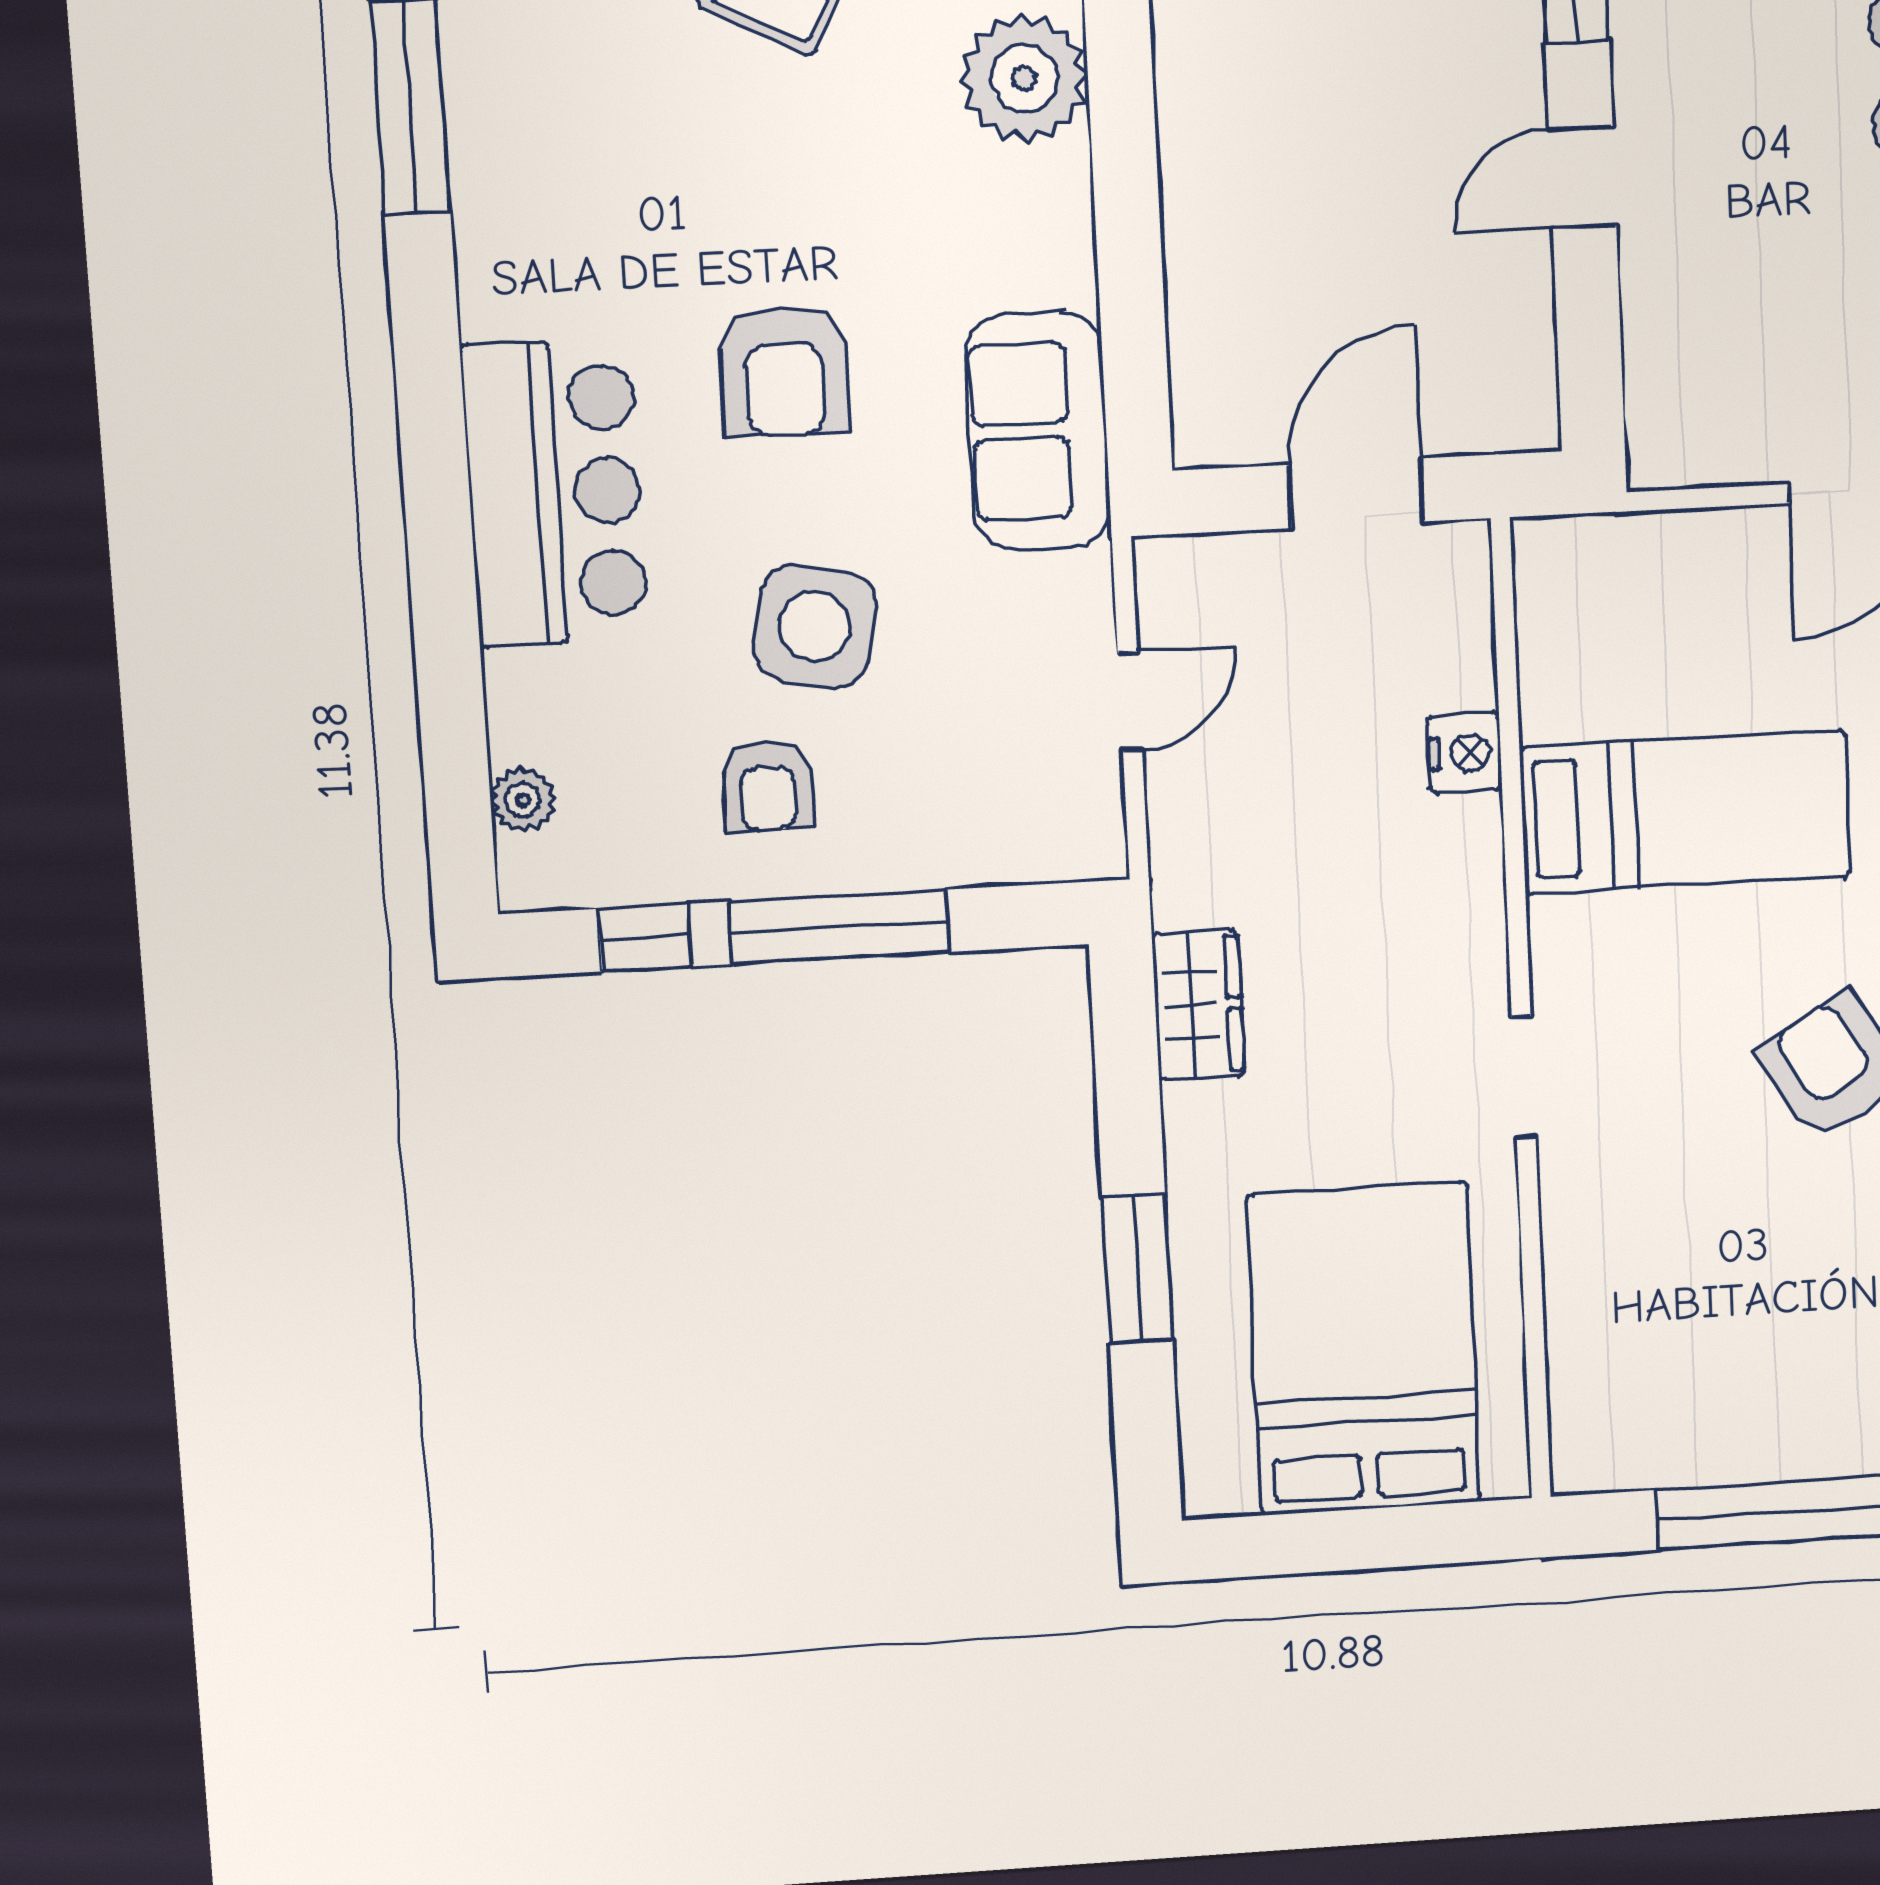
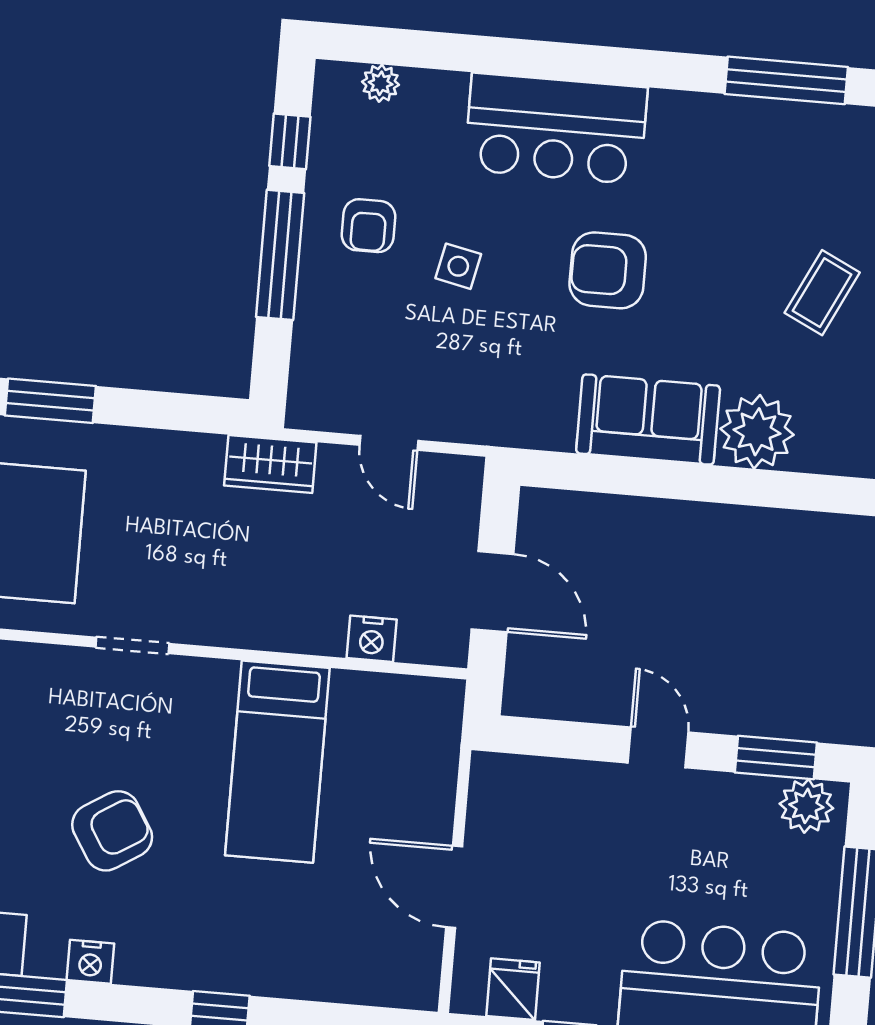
sofa: (1038, 431) -> (648, 419), moved
side table: (815, 626) -> (458, 266), width x0.54, depth x0.54
nightstand: (1465, 753) -> (372, 639), moved
armchair: (768, 786) -> (368, 226), turned -90
wardrobe: (1198, 1005) -> (270, 464), moved

